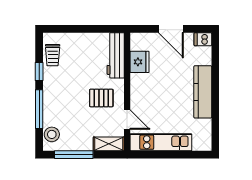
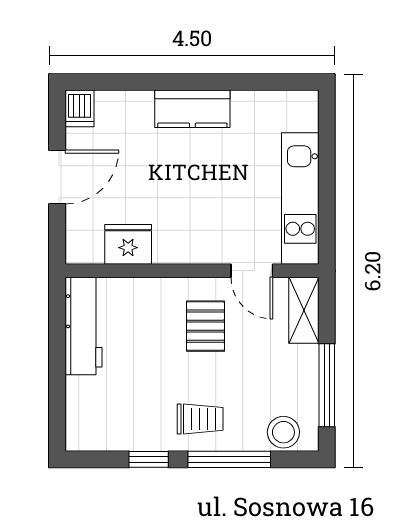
trolley: (53, 55) -> (200, 419), moved
workbench: (116, 55) -> (83, 326), moved, turned -90
kitchen counter: (203, 92) -> (192, 109), width x0.67
door: (127, 120) -> (252, 271), swing flipped

